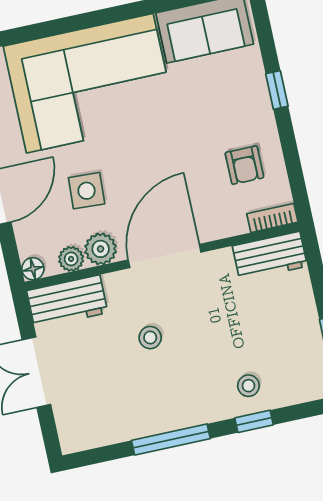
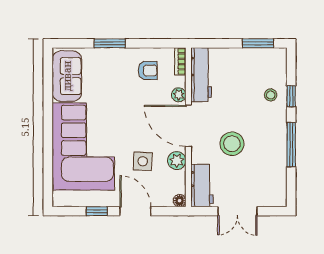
window: (277, 90) -> (110, 43), width x1.50
workbench: (270, 256) -> (201, 75), width x1.37
plant: (71, 259) -> (179, 95), moved
stool: (150, 338) -> (232, 144), width x1.89, depth x1.89

